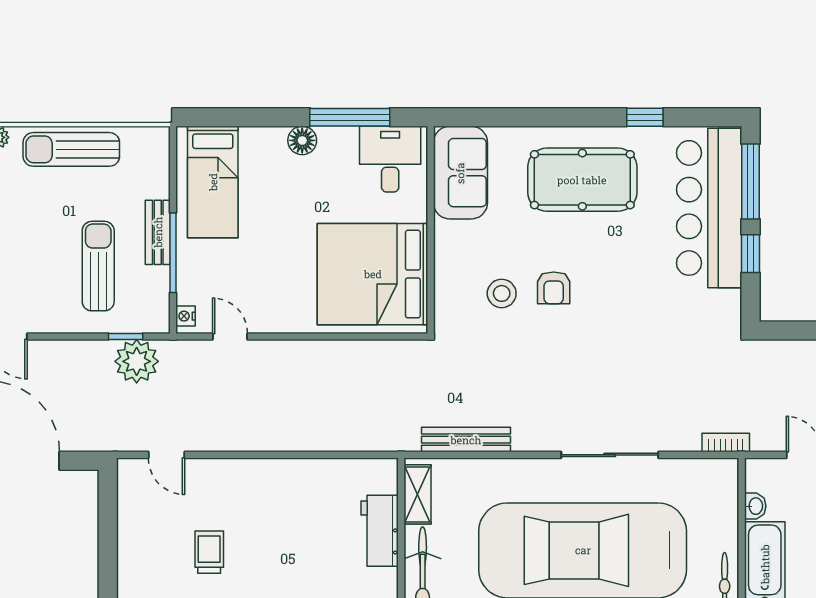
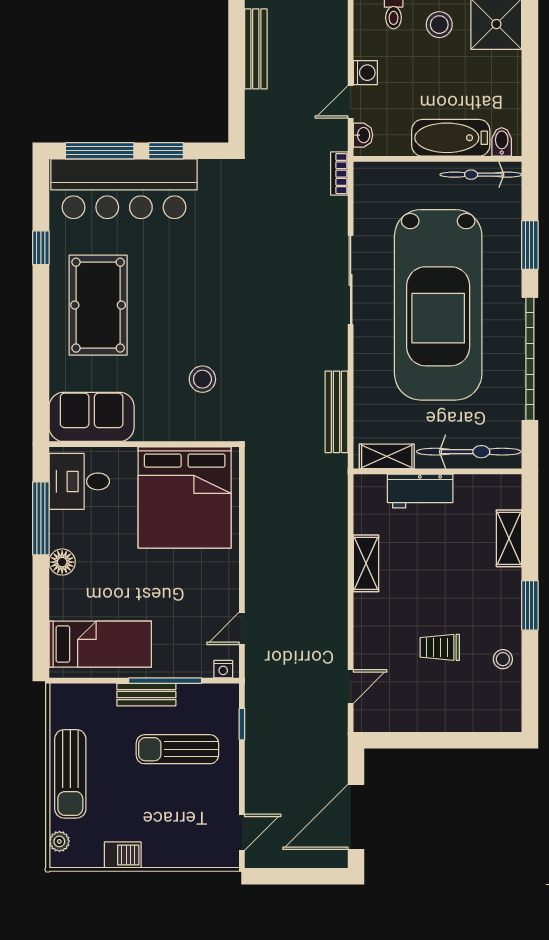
armchair: (554, 288) -> (197, 331), removed
plant: (137, 361) -> (265, 714), removed
shelving: (301, 472) -> (366, 563), added
washbasin: (755, 506) -> (363, 135), moved, turned 90

